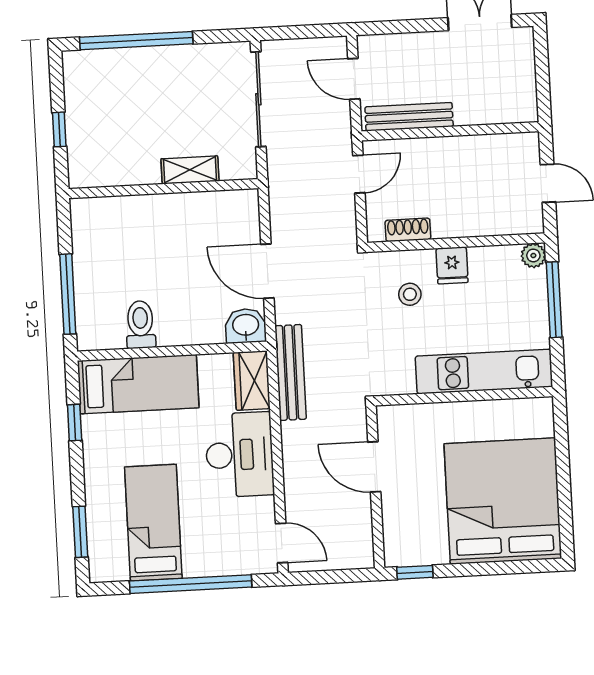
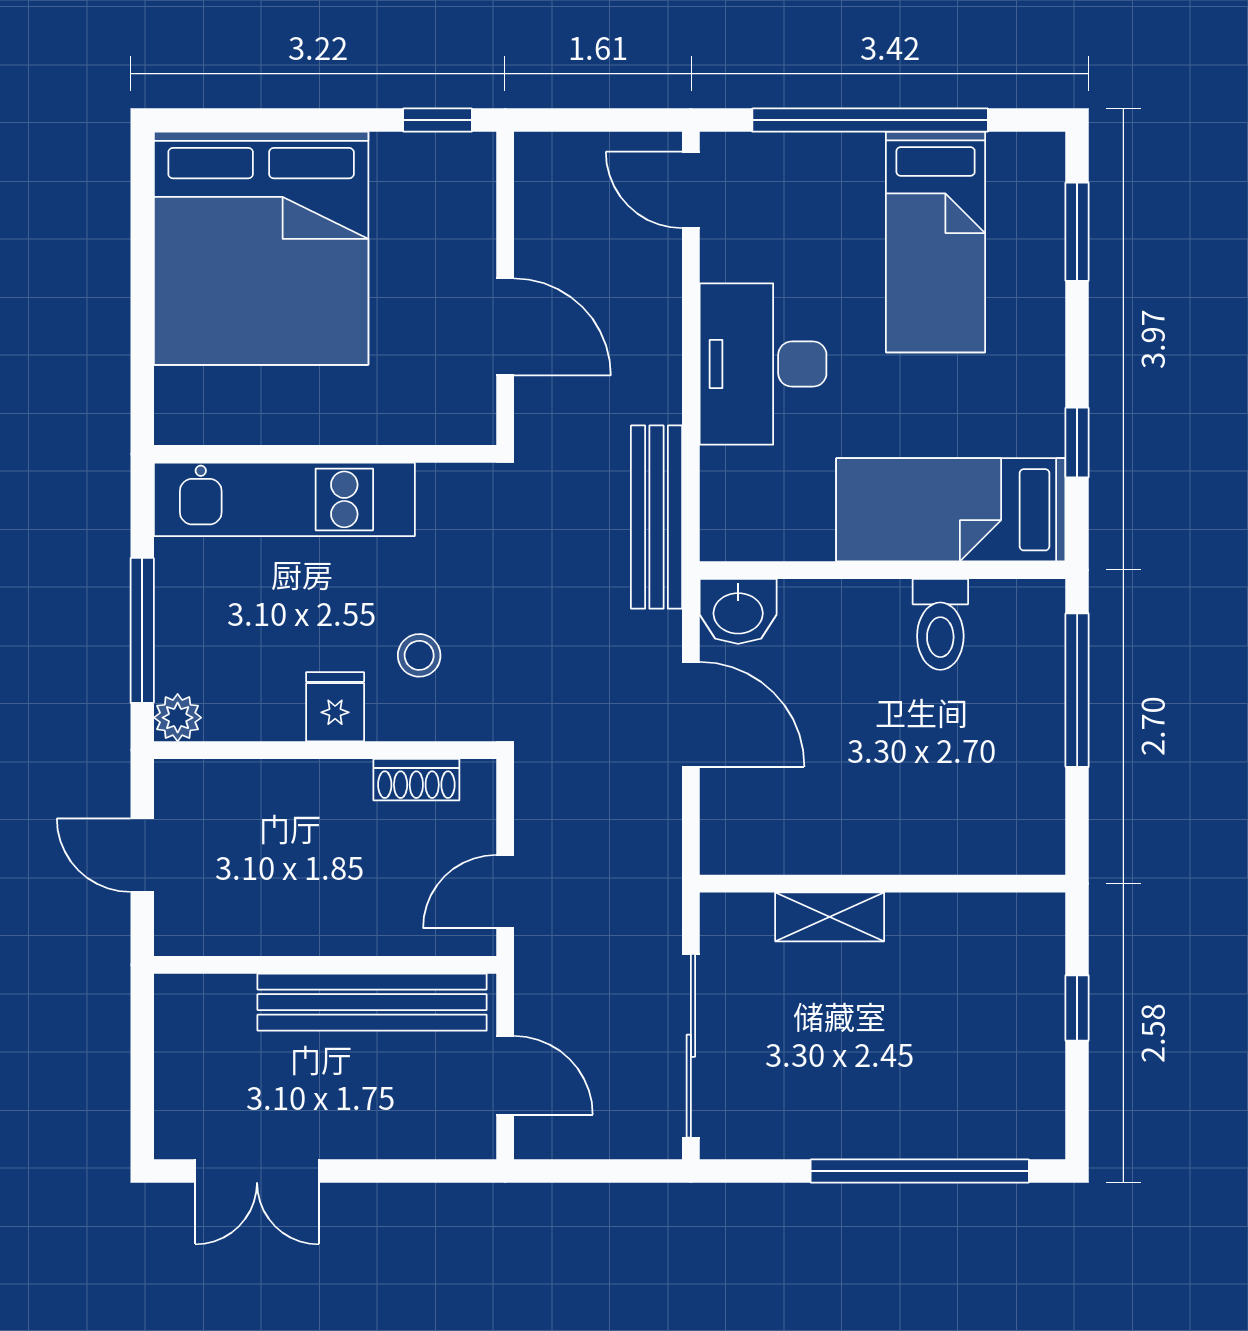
bench: (409, 117) -> (372, 1002), width x1.37, depth x1.21
wardrobe: (252, 381) -> (732, 505), removed

